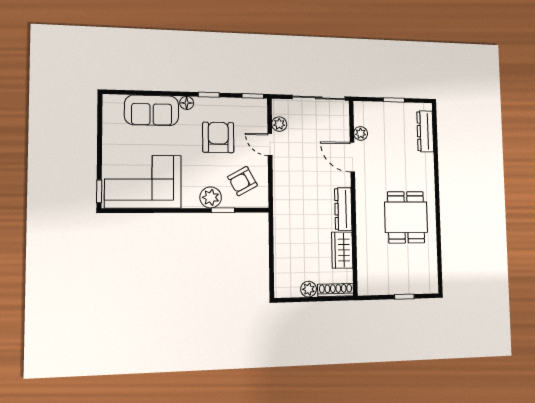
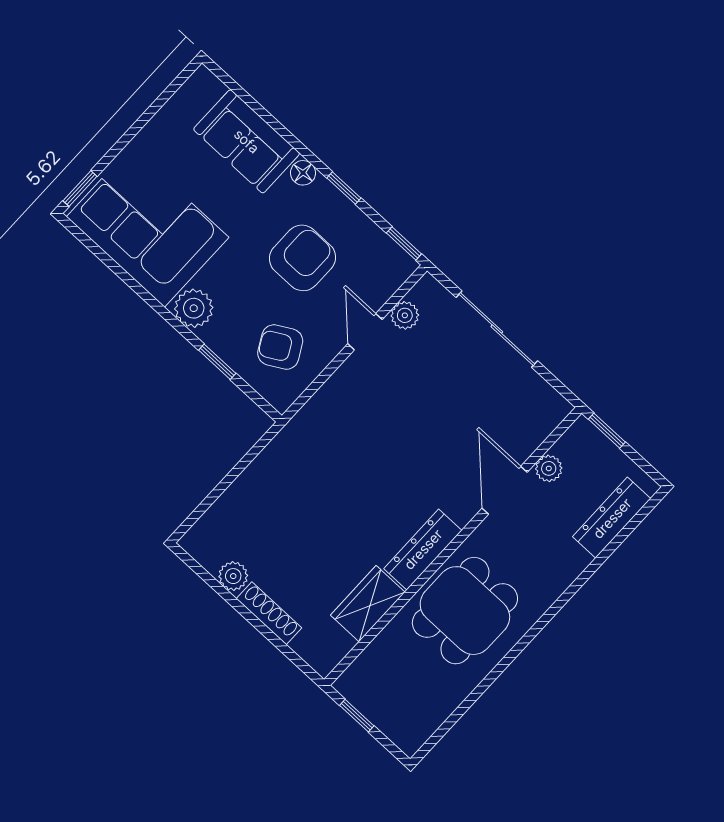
plant: (361, 133) -> (549, 468), moved
door: (352, 157) -> (505, 490), moved
plant: (211, 197) -> (194, 308), moved
wall: (353, 197) -> (453, 546), moved
dresser: (343, 209) -> (423, 549), moved
wardrobe: (342, 250) -> (368, 604), moved

